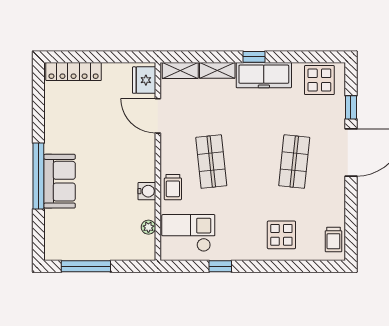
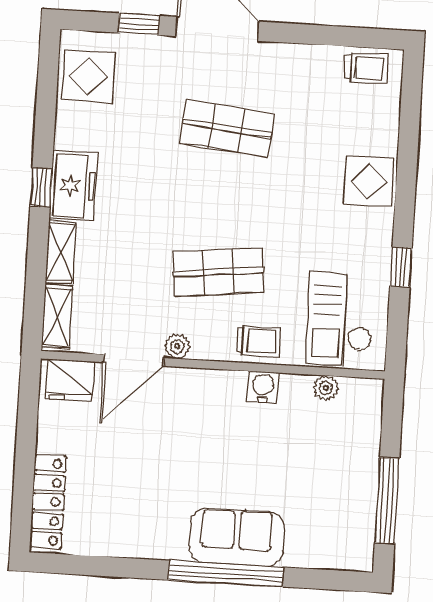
freezer: (264, 75) -> (73, 186), width x0.71
plant: (167, 140) -> (177, 346), added
display table: (281, 235) -> (369, 181), moved

